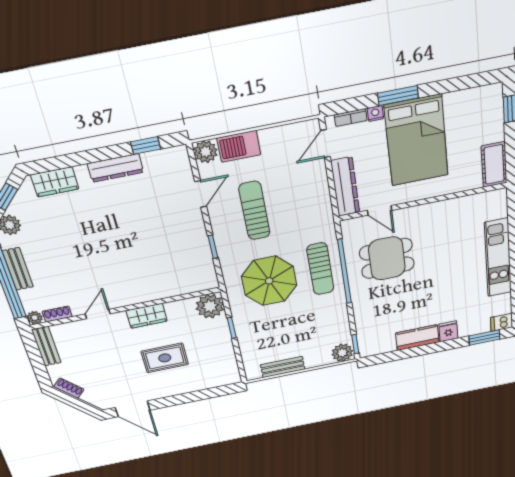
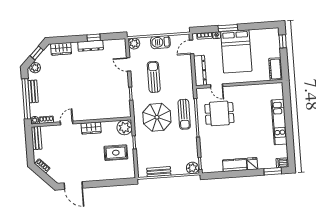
window: (146, 145) -> (94, 38), moved
barbecue: (239, 146) -> (160, 42), moved
door: (201, 194) -> (129, 64), swing flipped
rug: (165, 358) -> (116, 153), moved

